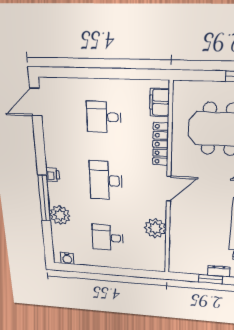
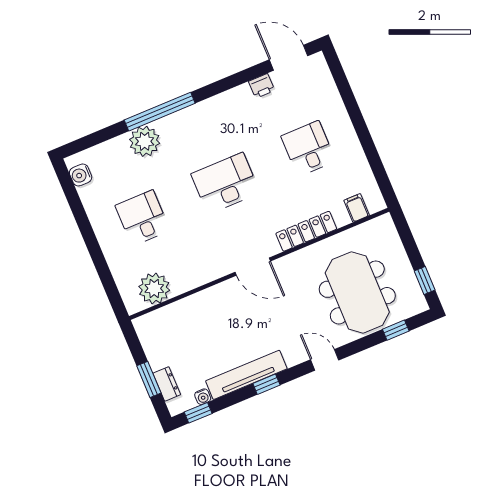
filing cabinet: (160, 102) -> (357, 208), width x0.50
printer: (53, 175) -> (262, 86), moved
plant: (155, 228) -> (154, 288), moved

